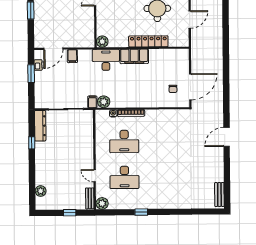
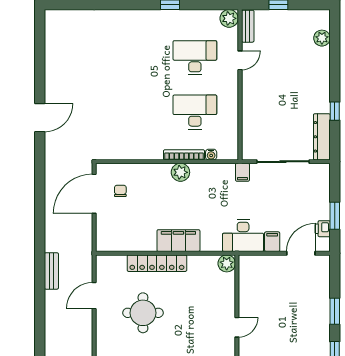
desk: (106, 60) -> (243, 236), moved
plant: (104, 102) -> (180, 172), moved
door: (95, 176) -> (240, 60), hinge flipped
bench: (219, 195) -> (51, 271), moved

